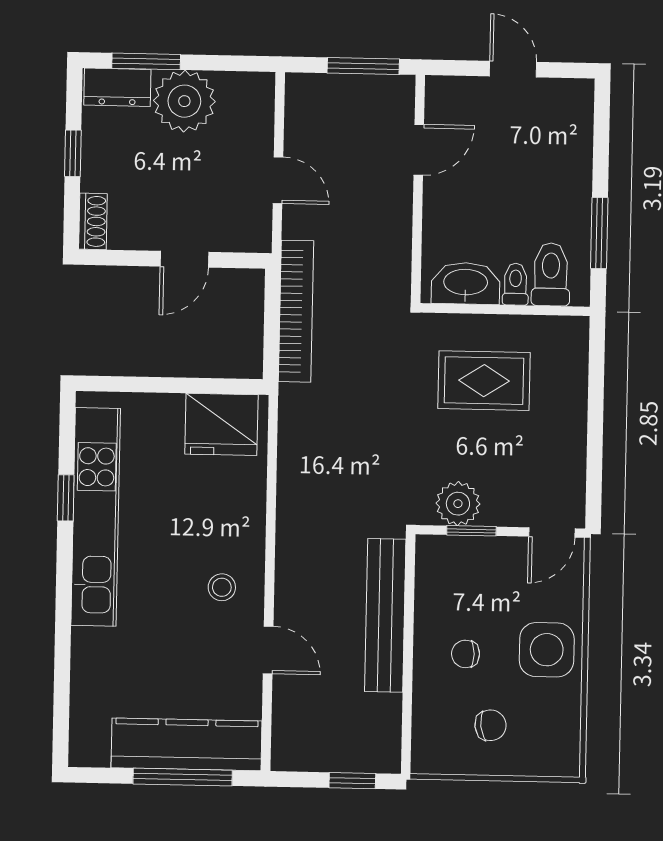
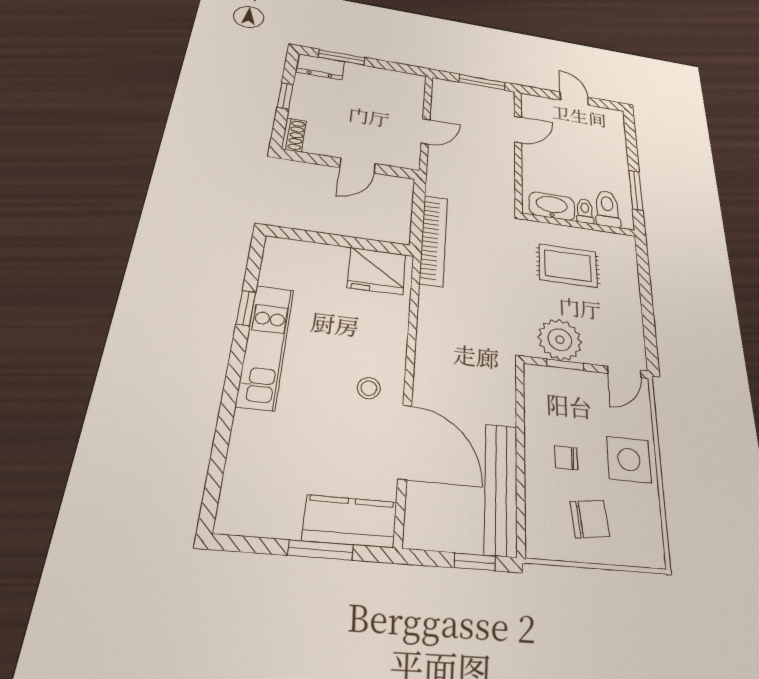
plant: (184, 101) -> (365, 81), removed
door: (278, 180) -> (426, 131), hinge flipped
bookcase: (296, 311) -> (434, 240), moved
plant: (458, 504) -> (560, 340), width x1.36, depth x1.36
kitchen unit: (96, 517) -> (265, 346), width x0.73
bench: (385, 615) -> (501, 488), moved
door: (268, 650) -> (405, 442), width x1.88
chair: (490, 725) -> (590, 519), width x1.37, depth x1.37
kitchen counter: (187, 744) -> (350, 521), width x0.67
window: (183, 777) -> (321, 550), width x0.69

